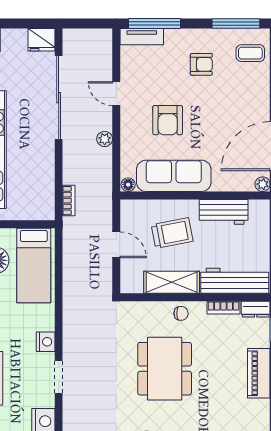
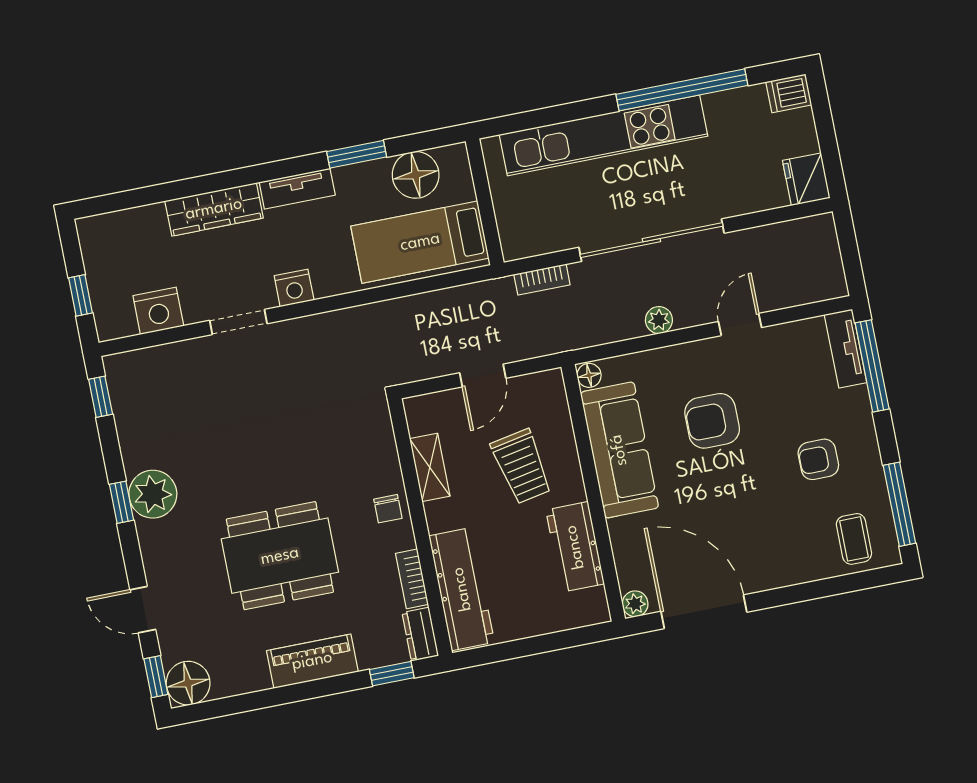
armchair: (201, 64) -> (818, 459), turned 90
sliding door: (59, 98) -> (651, 240), moved
shelving: (172, 282) -> (430, 467), width x0.67, depth x0.75
dining table: (165, 369) -> (280, 556), moved

